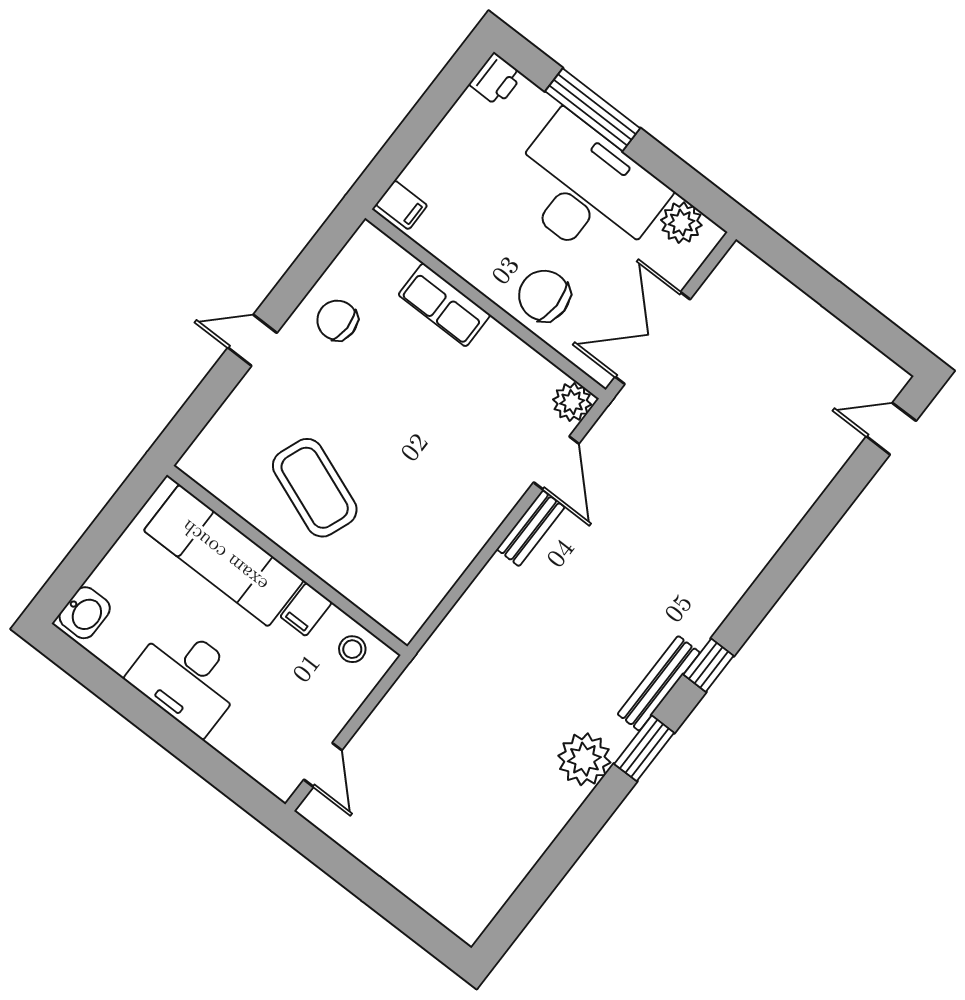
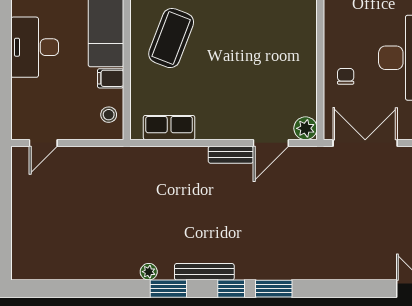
chair: (544, 296) -> (346, 76), width x0.54, depth x0.54
row of seats: (444, 305) -> (169, 128), moved, turned 90
window: (752, 609) -> (274, 289), added
plant: (584, 759) -> (149, 272), width x0.53, depth x0.53

